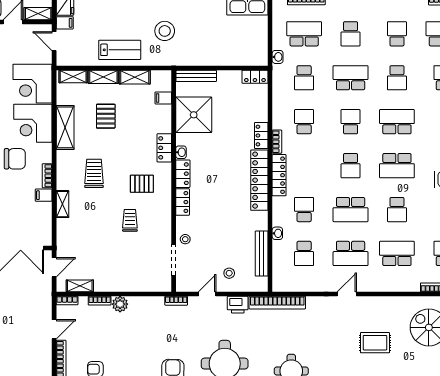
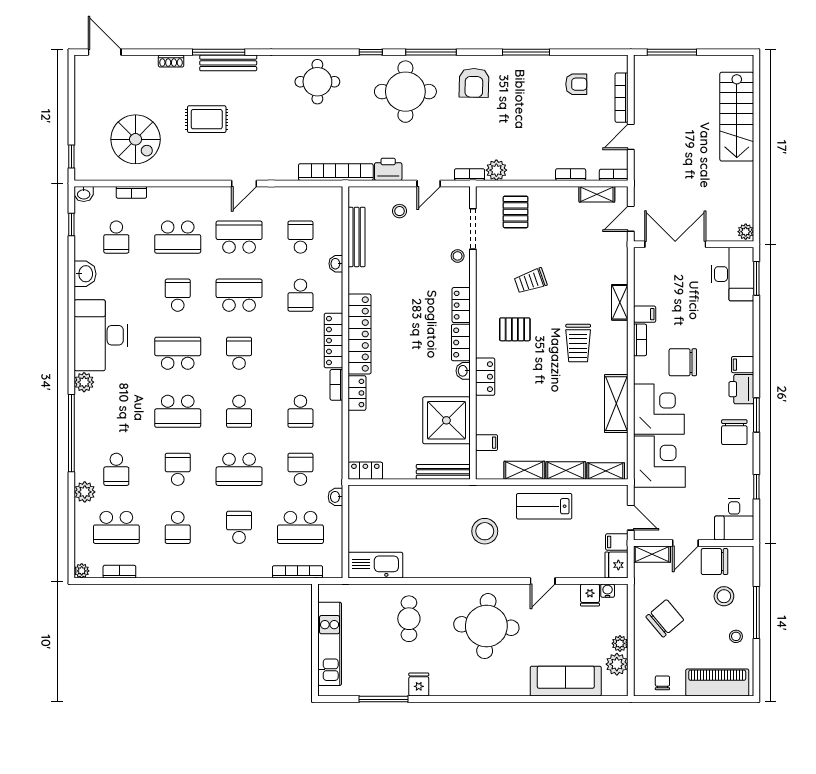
pallet: (106, 116) -> (516, 212), moved
trolley: (130, 220) -> (531, 281), turned 71
plant: (120, 304) -> (496, 170), moved

